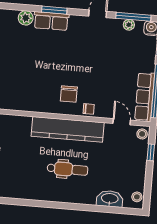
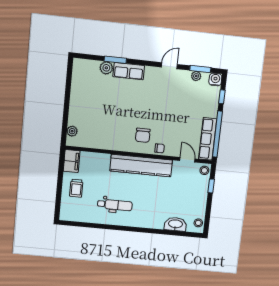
window: (54, 10) -> (115, 60), moved
window: (133, 17) -> (200, 69), width x0.69
dental chair: (68, 169) -> (115, 205), moved

